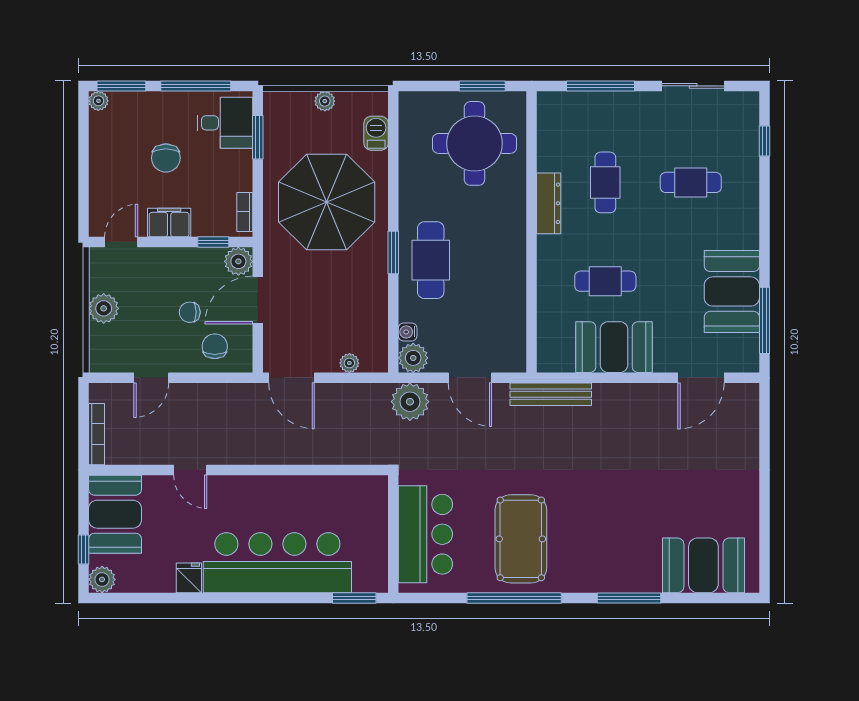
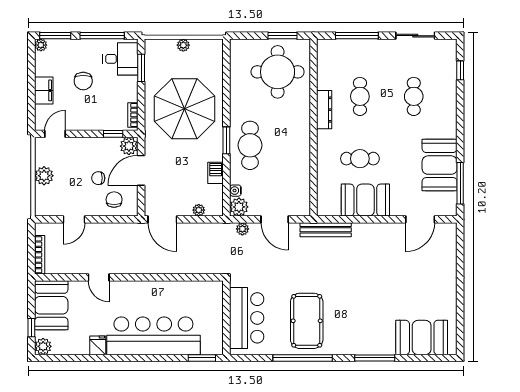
barbecue: (376, 133) -> (216, 173), moved
cafe table: (691, 182) -> (414, 96), turned 90
filing cabinet: (169, 223) -> (44, 90), moved, turned 90
plant: (410, 402) -> (242, 229), width x0.53, depth x0.53

